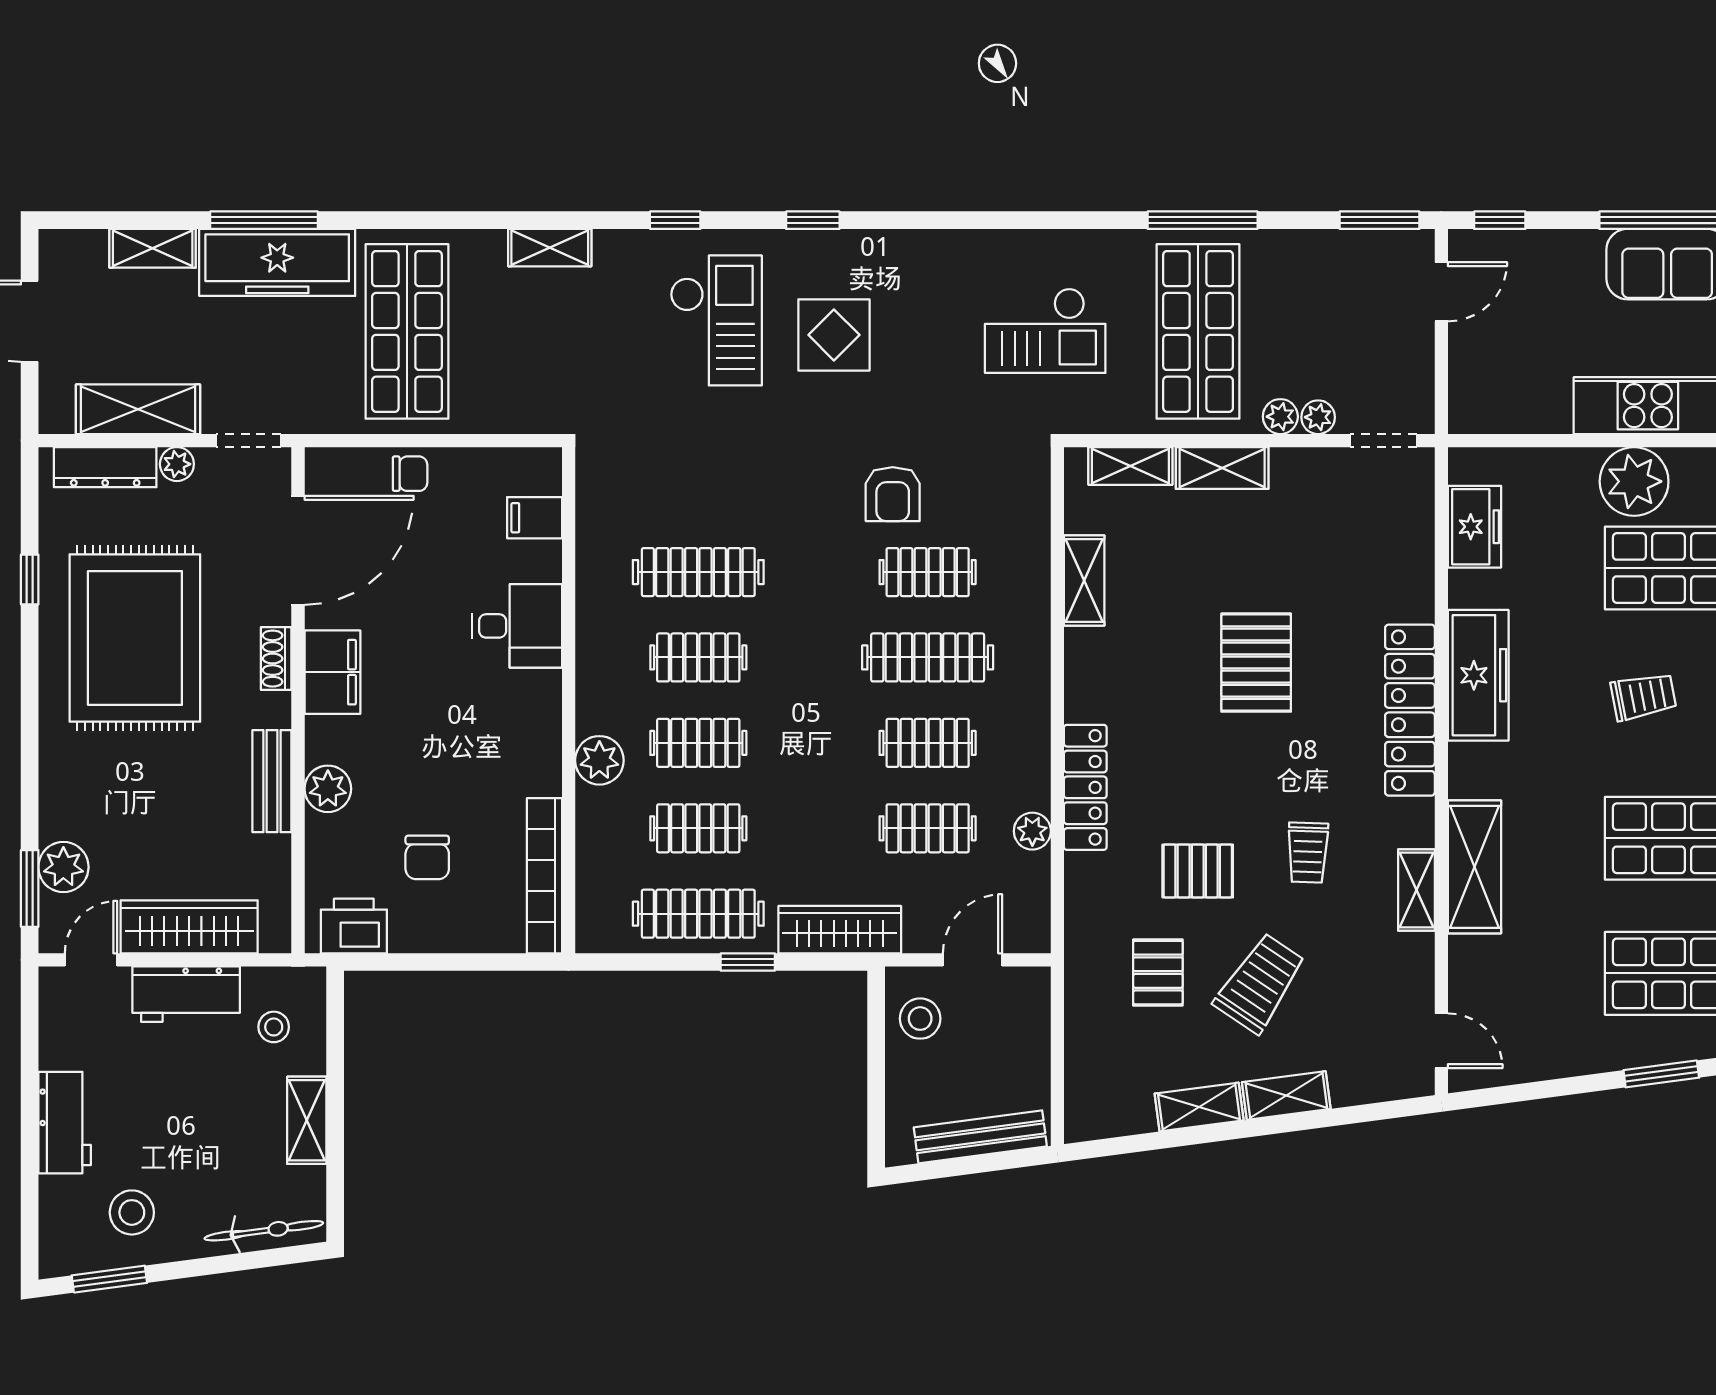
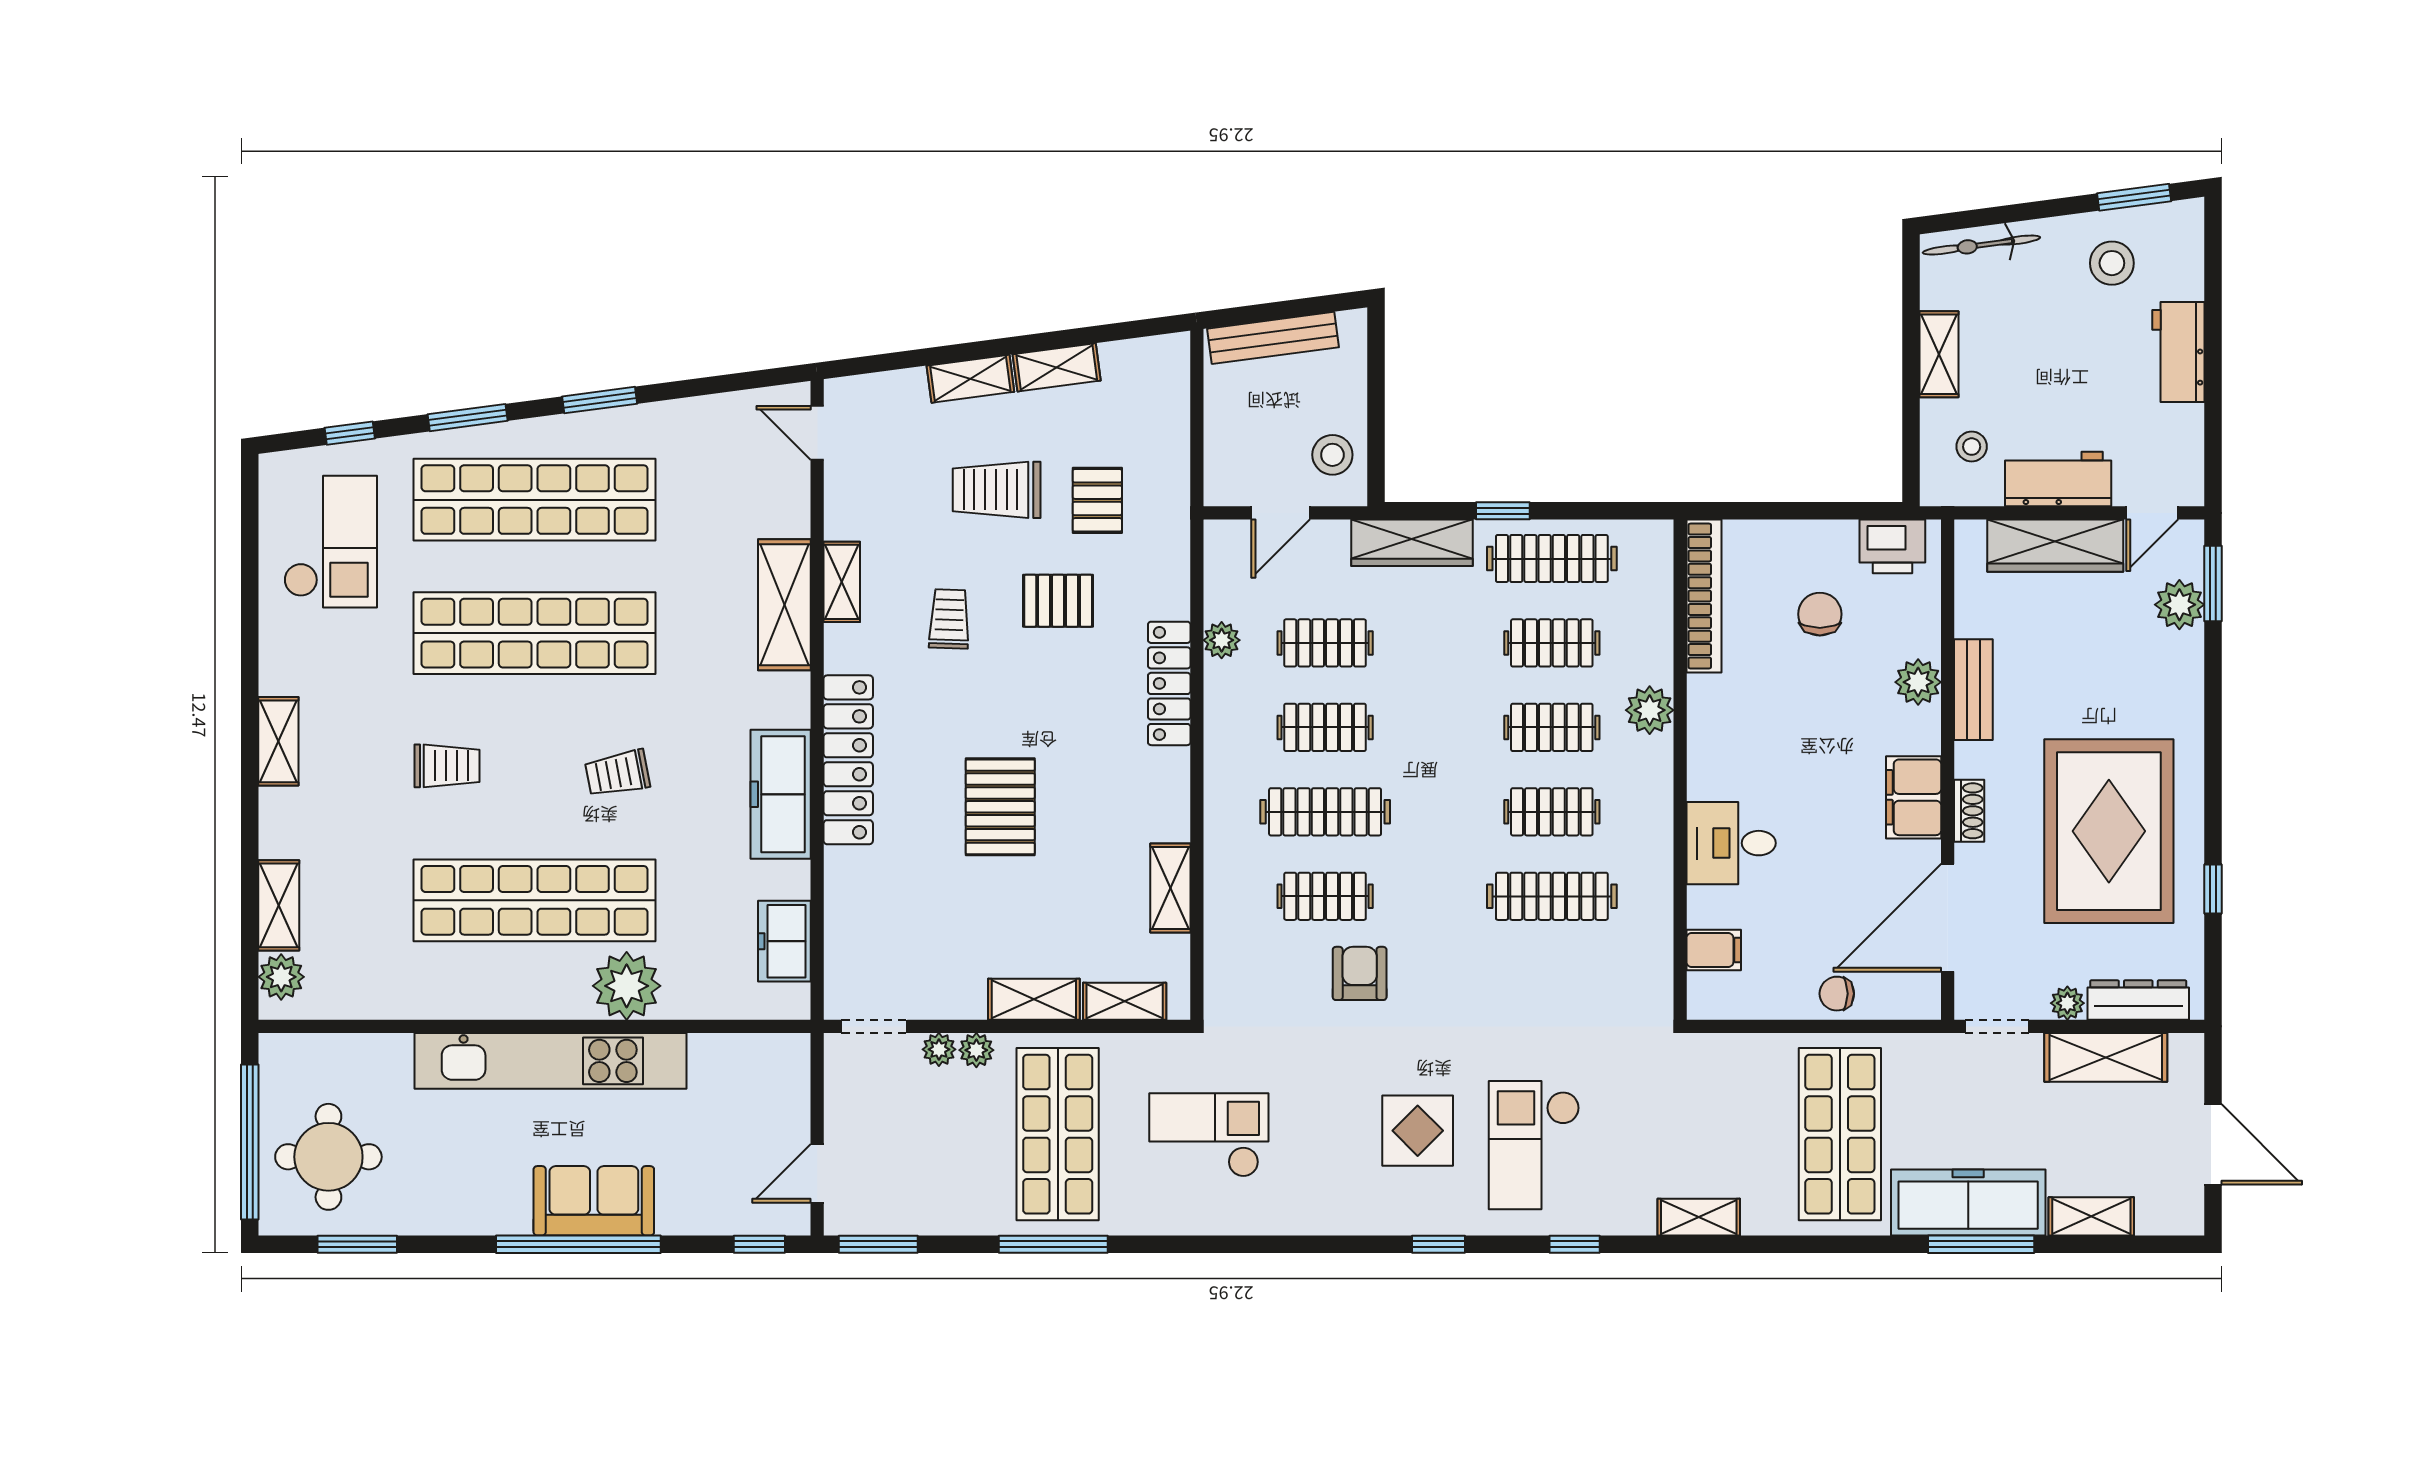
trolley: (1260, 983) -> (997, 490), turned 56

